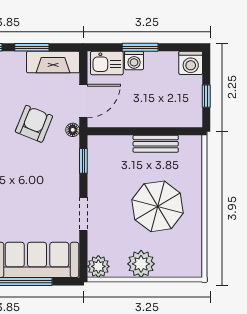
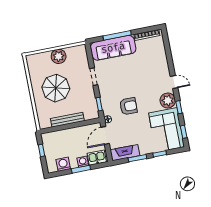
washing machine: (191, 63) -> (63, 164), moved
armchair: (34, 124) -> (128, 106), moved, turned -112
bench: (156, 144) -> (67, 120), width x1.36
plant: (98, 266) -> (81, 51), removed

